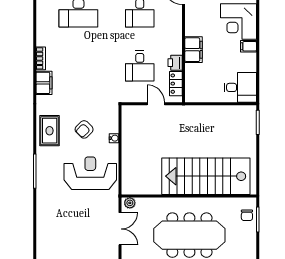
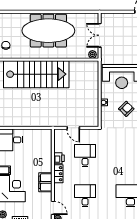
filing cabinet: (193, 50) -> (45, 182), moved
locker: (176, 84) -> (58, 174), moved

